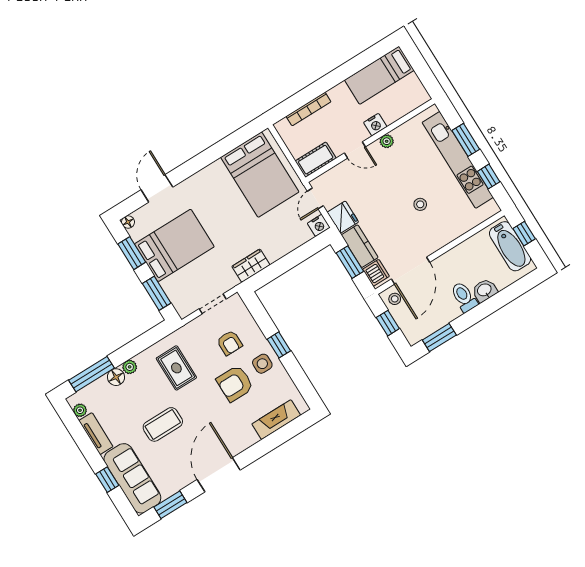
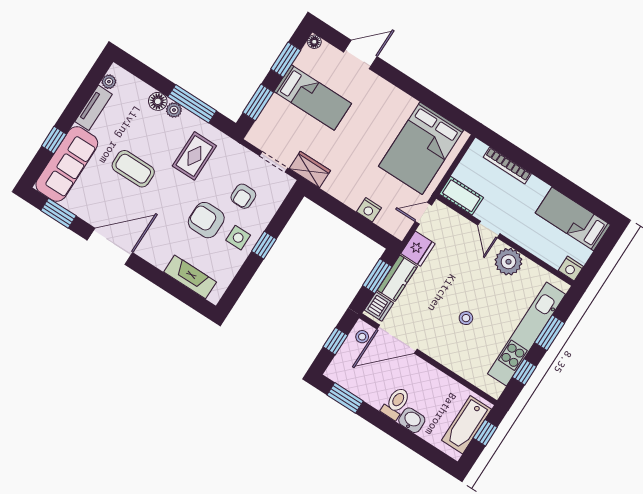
nightstand: (375, 125) -> (571, 268), moved
plant: (387, 141) -> (508, 262), width x1.87, depth x1.87
nightstand: (319, 225) -> (369, 210), moved
bed: (174, 245) -> (313, 98), width x0.67
wardrobe: (251, 266) -> (310, 170), moved
window: (91, 374) -> (192, 104), moved

